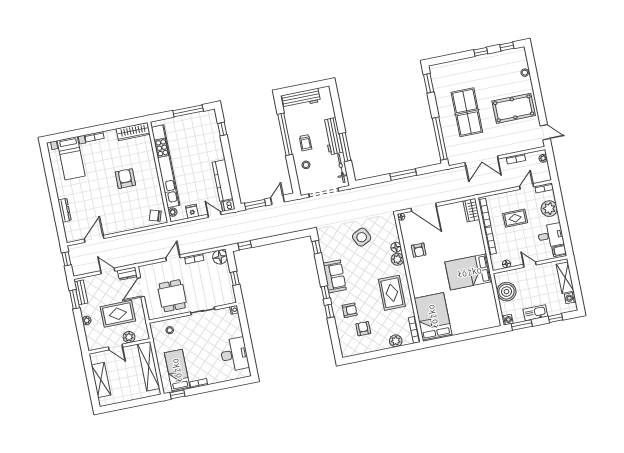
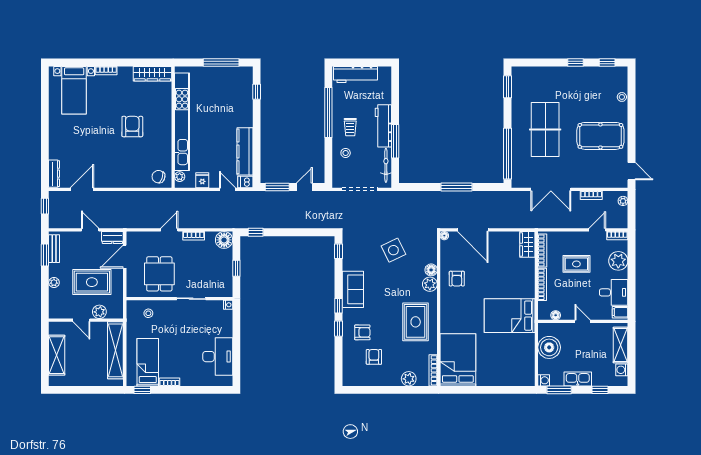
dresser: (64, 210) -> (54, 174), moved

